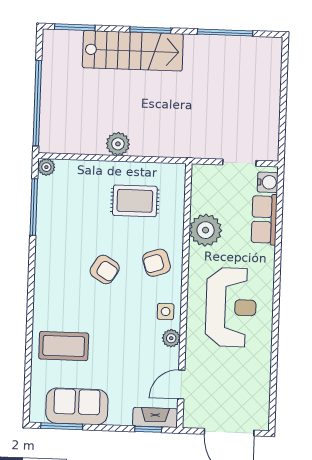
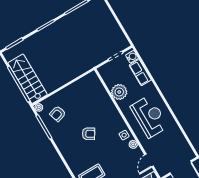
stairs: (133, 51) -> (27, 79), moved, turned -90
plant: (118, 144) -> (62, 80), removed
rug: (135, 201) -> (83, 98), removed
armchair: (157, 263) -> (58, 114), moved

